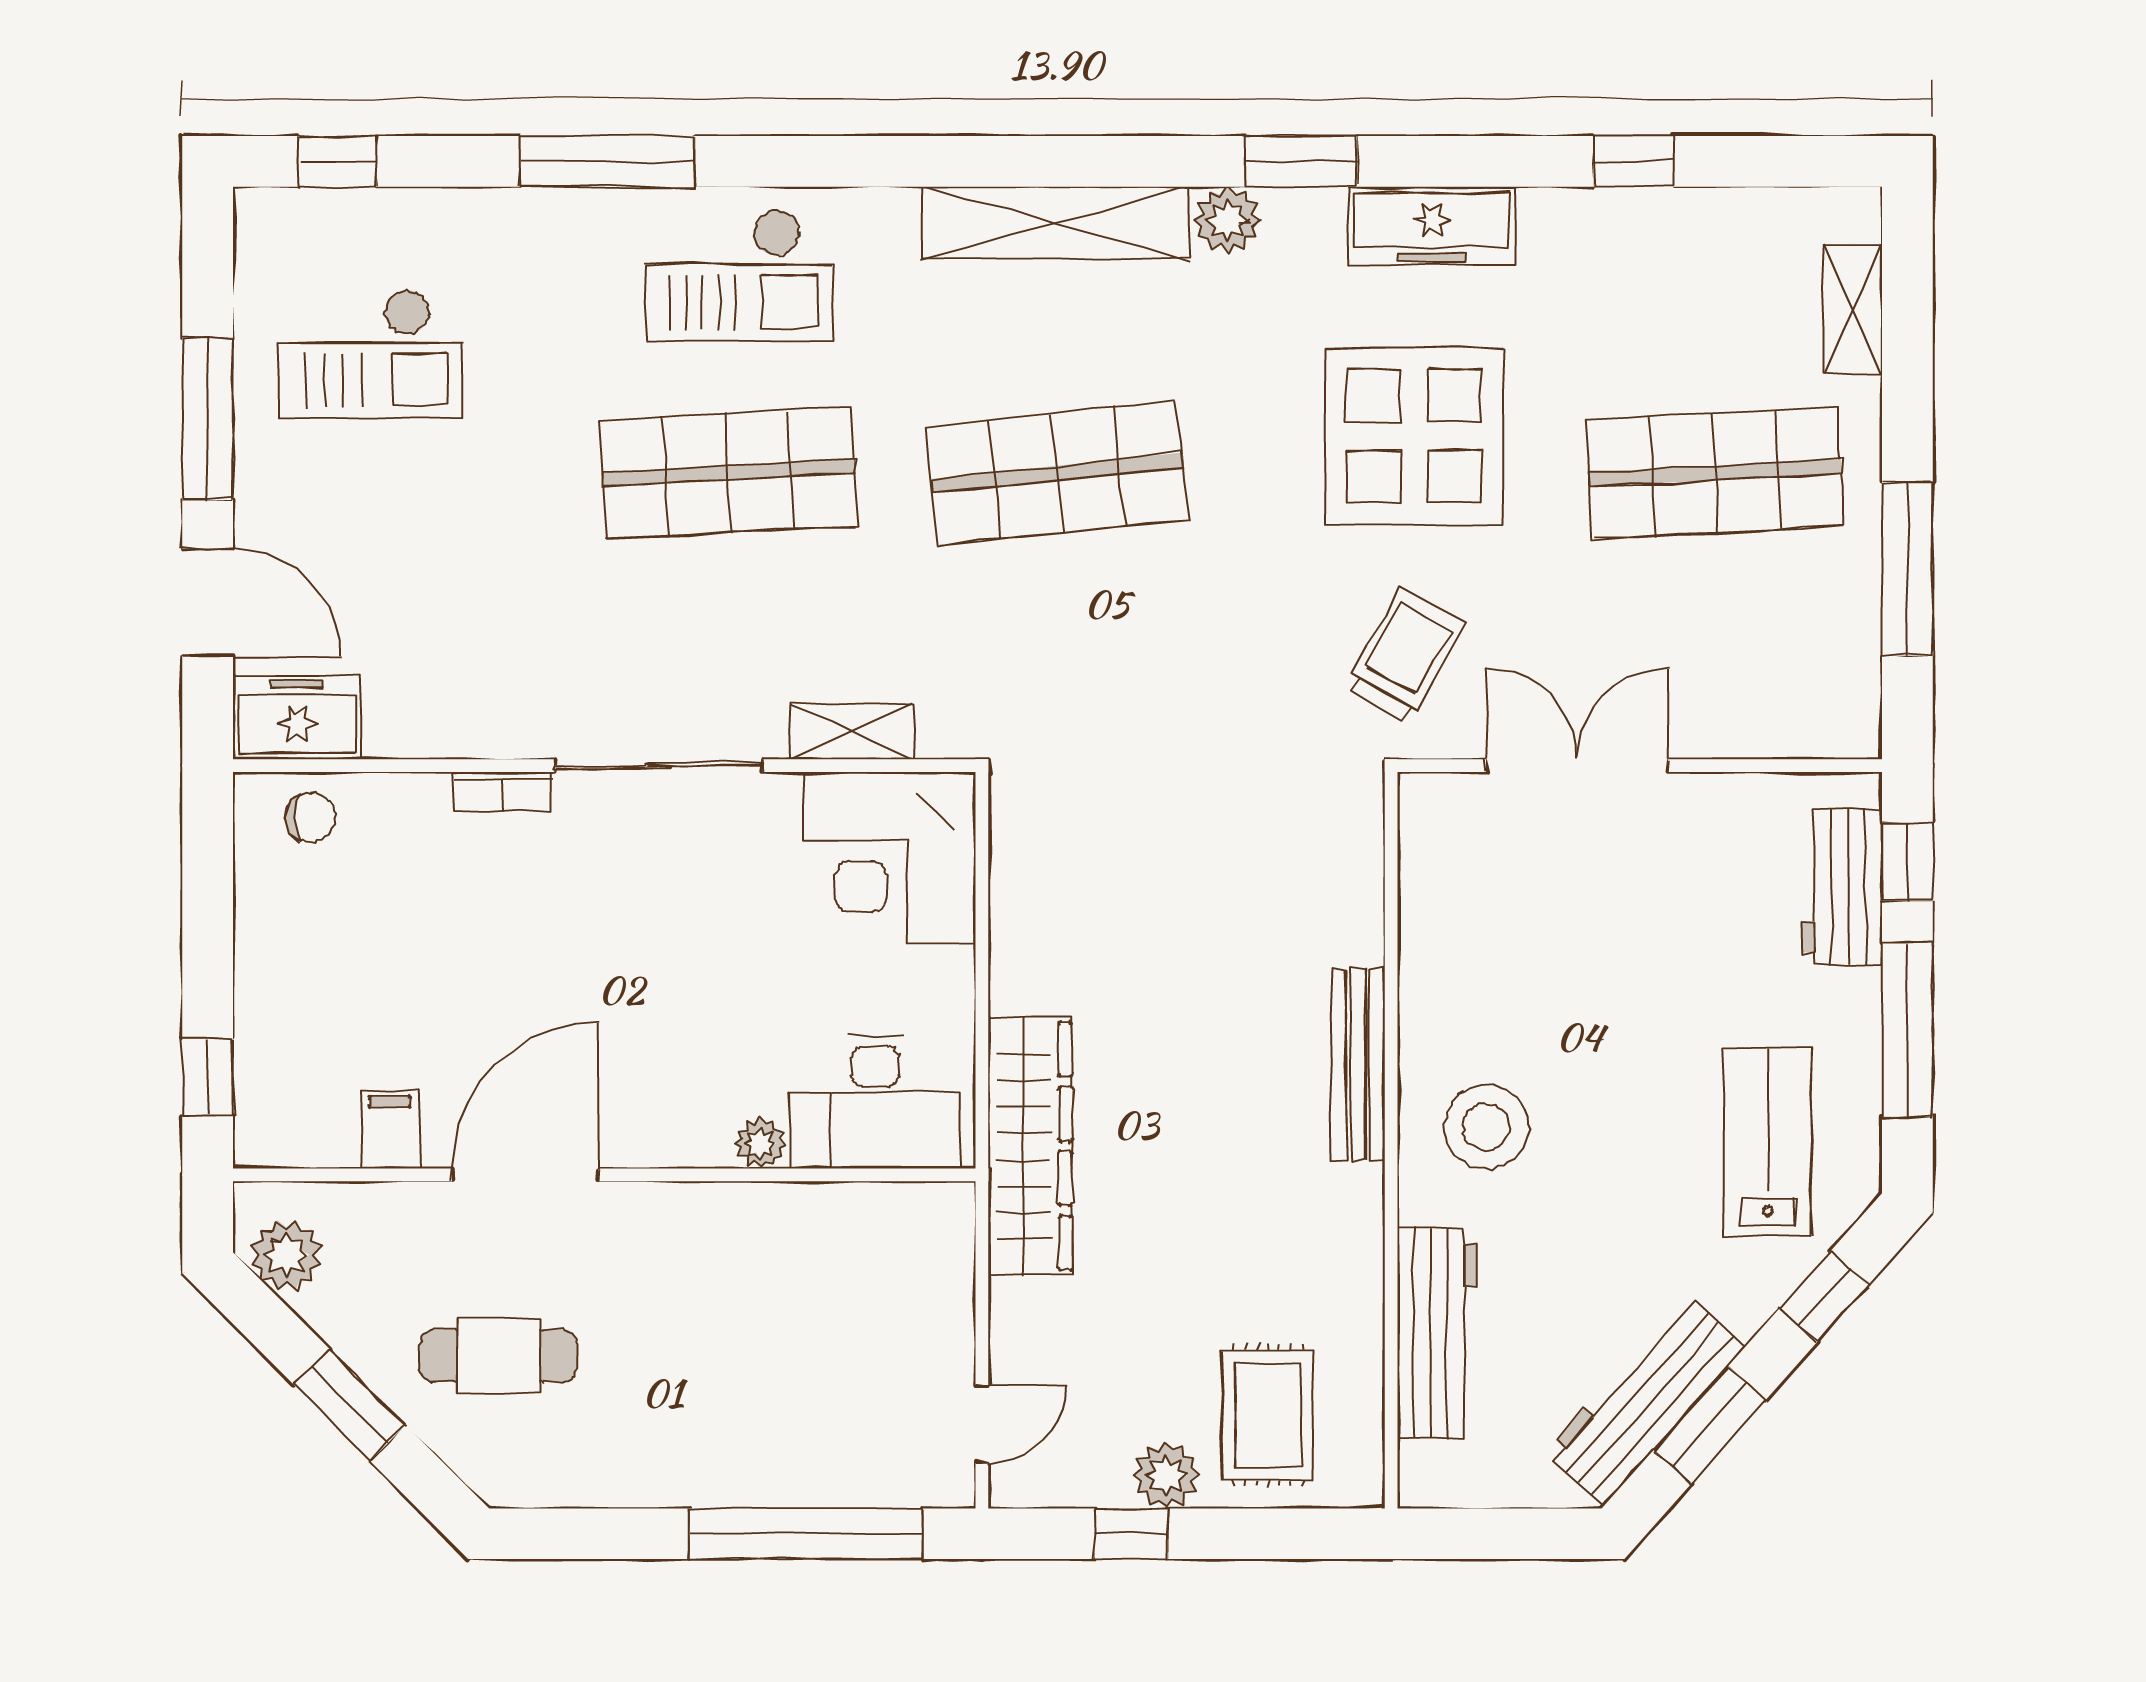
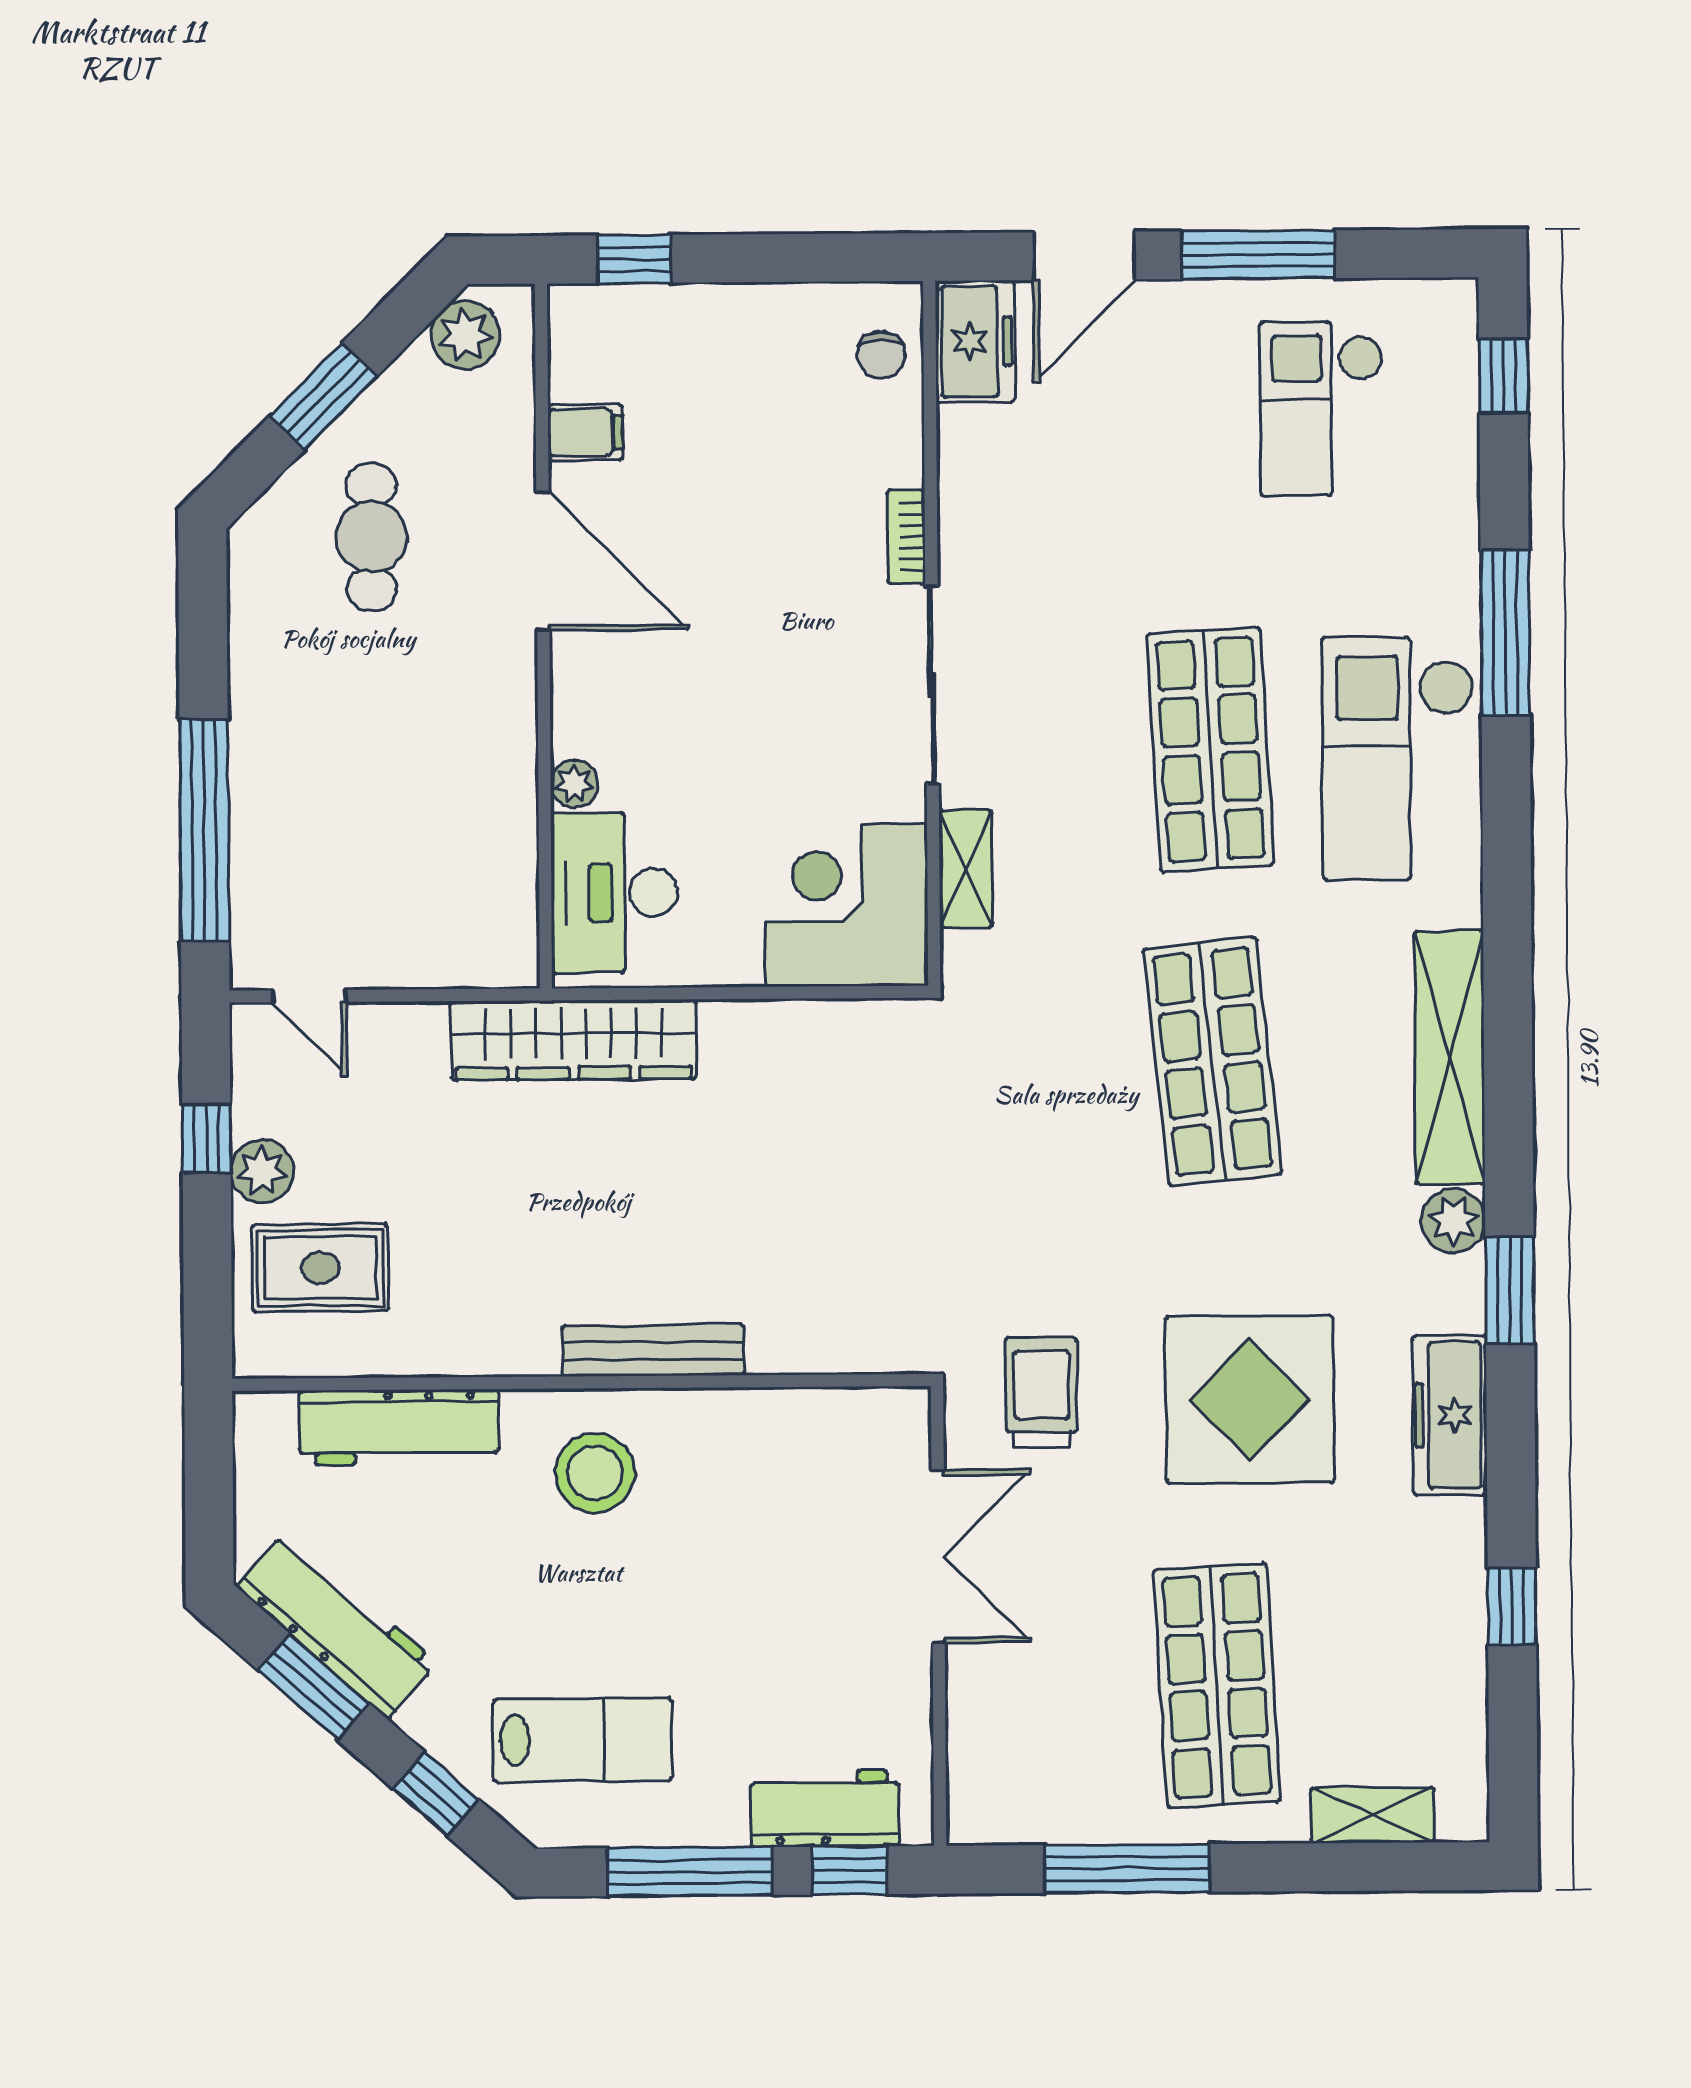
checkout: (739, 275) -> (1398, 758), width x1.36, depth x1.21
trolley: (1405, 655) -> (1042, 1392), turned -119

